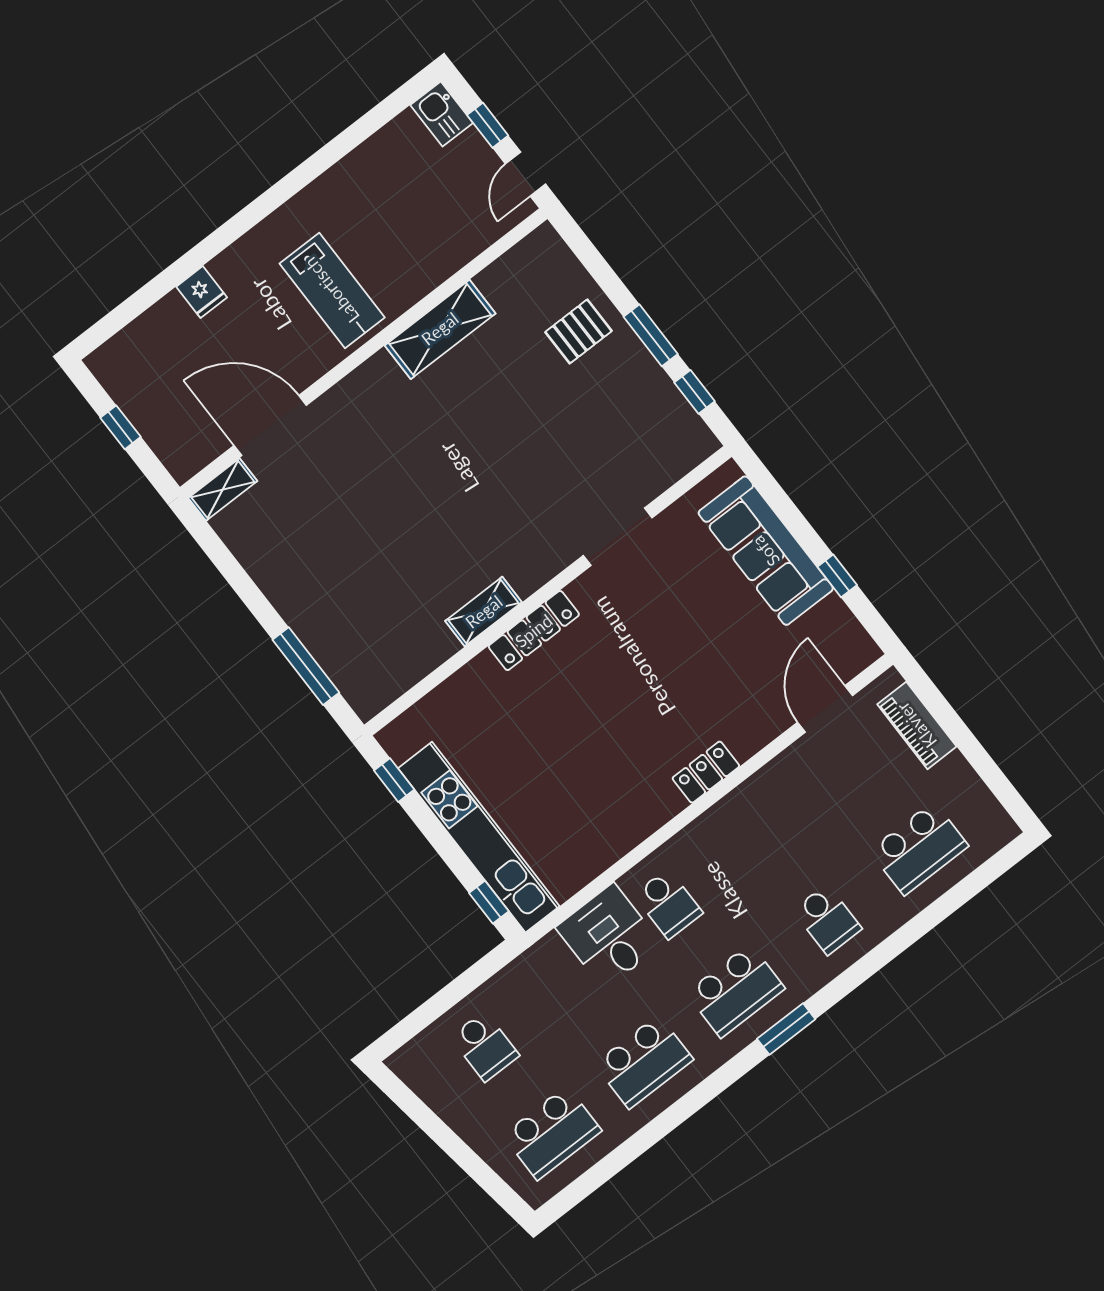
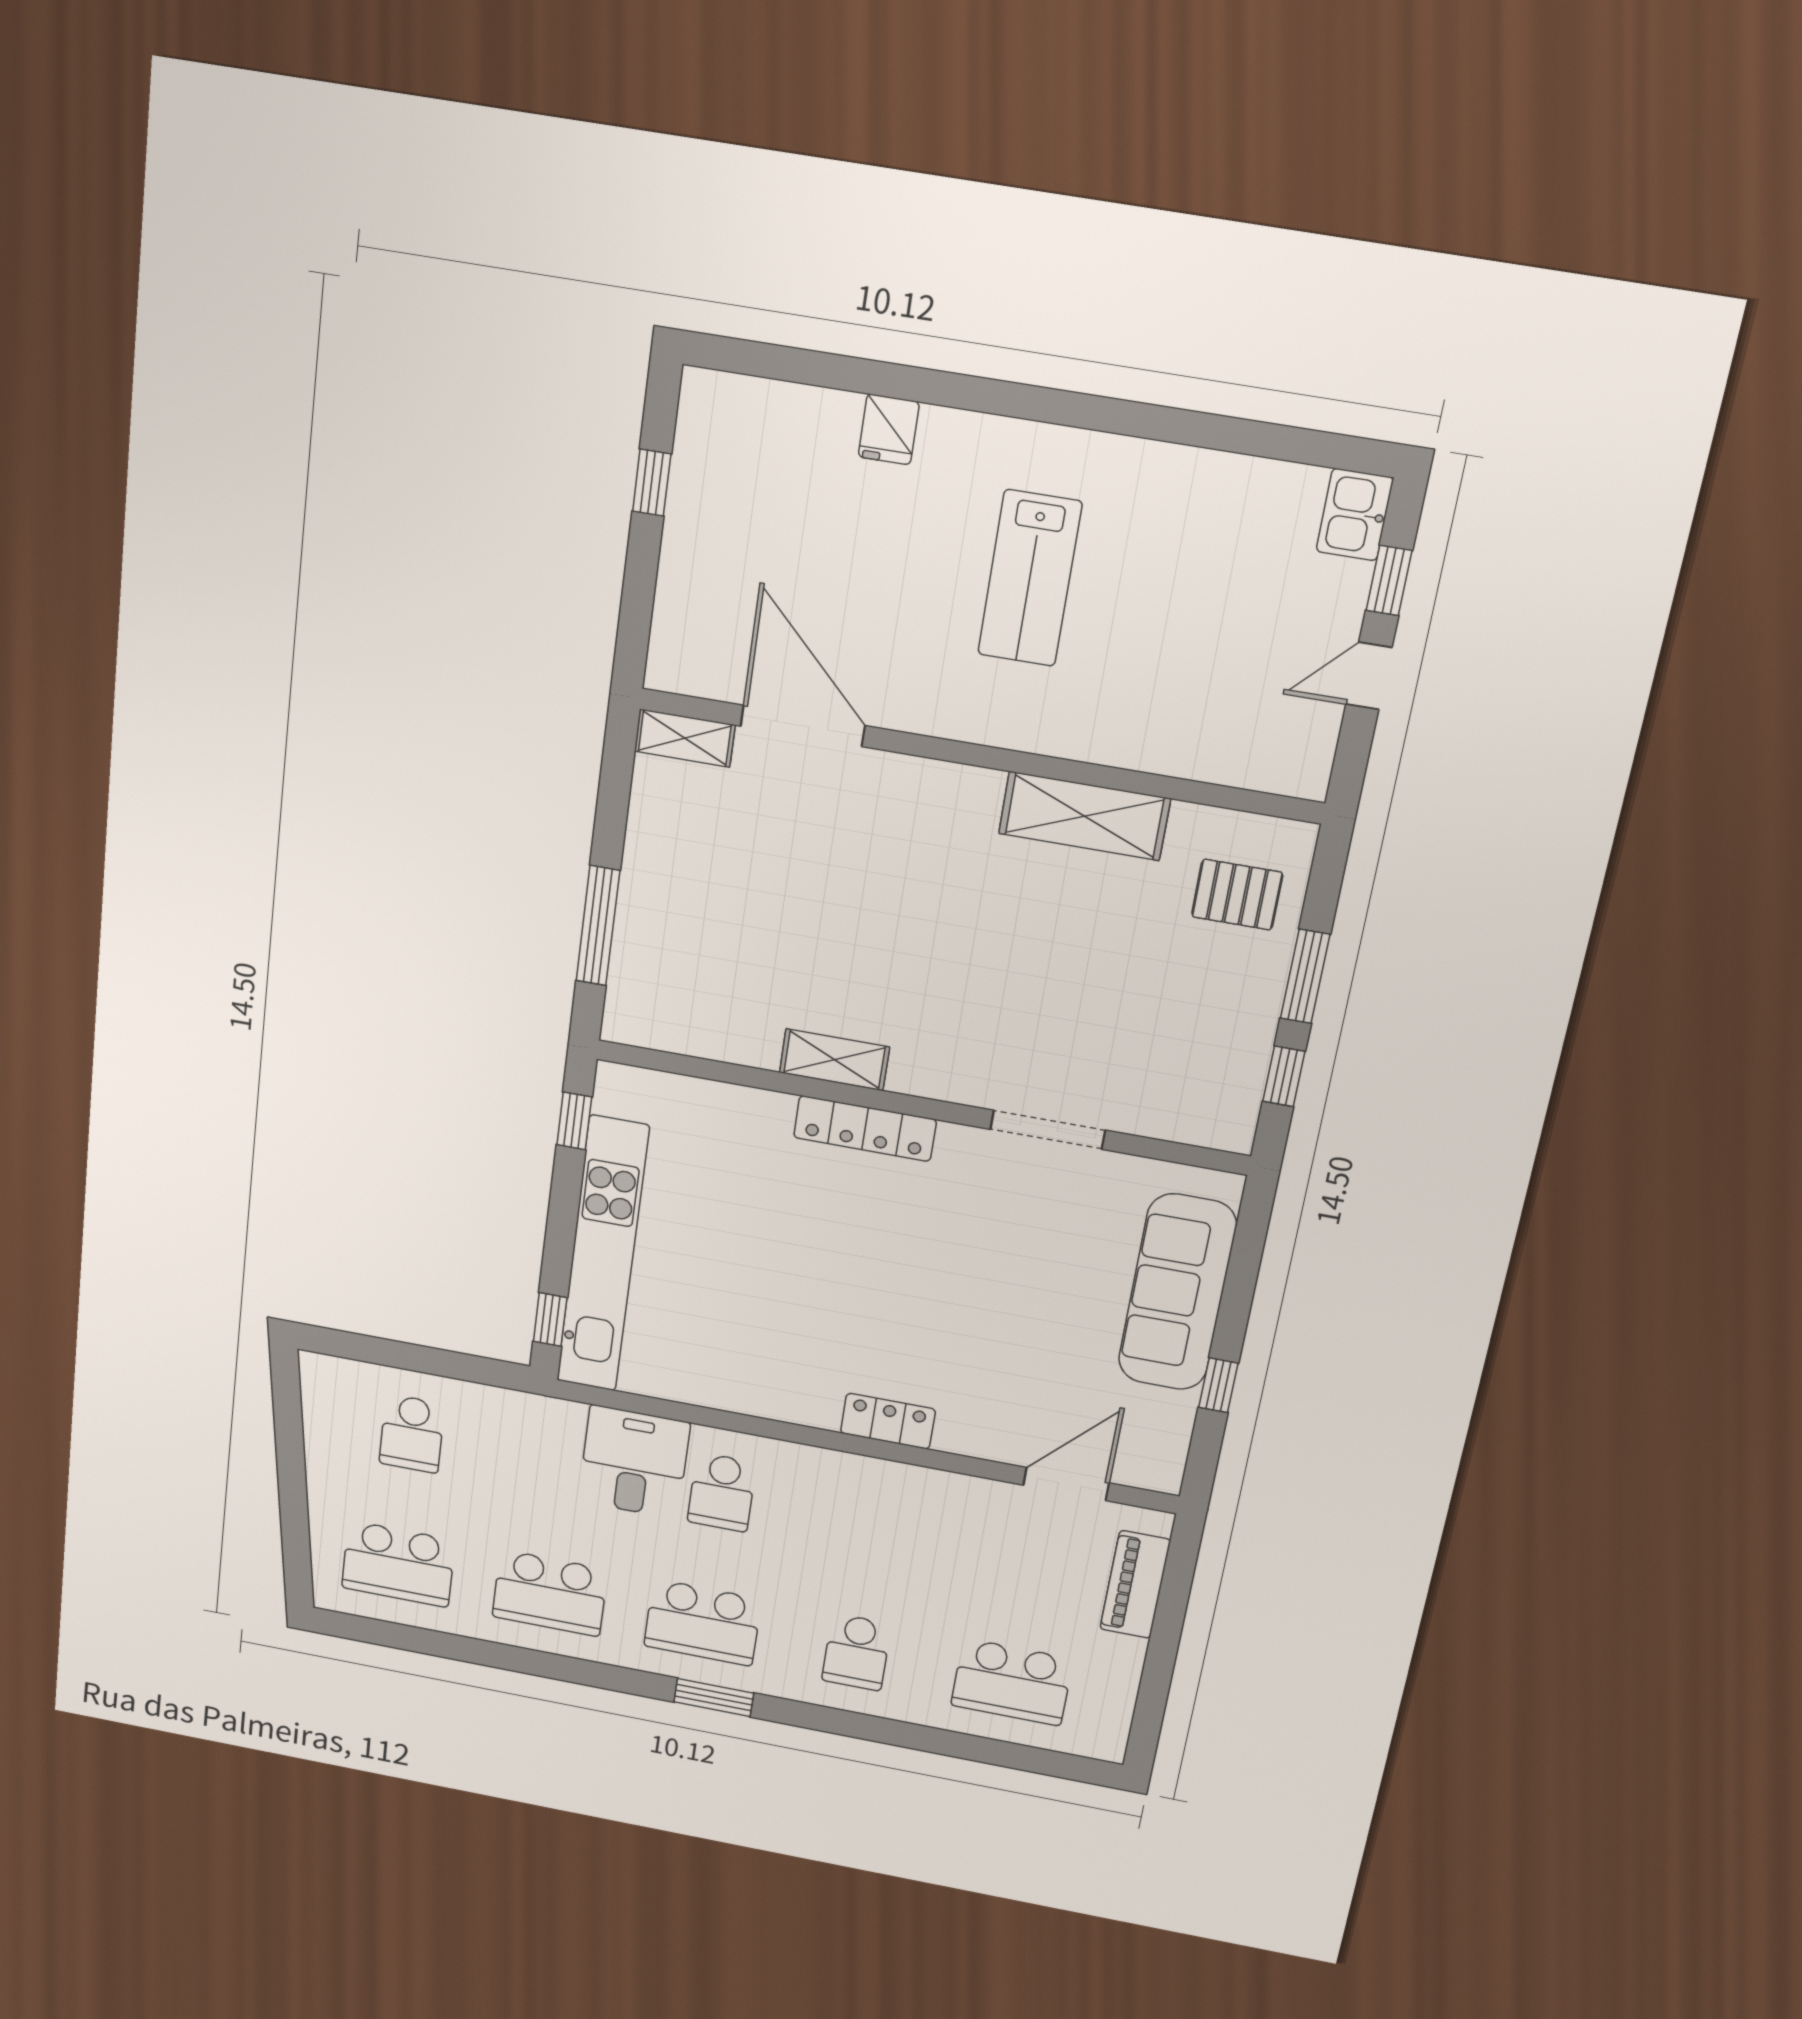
shelving: (440, 329) -> (1084, 816), moved
wall: (364, 353) -> (979, 756), moved
door: (270, 425) -> (803, 726), moved
shelving: (223, 489) -> (685, 738), moved

